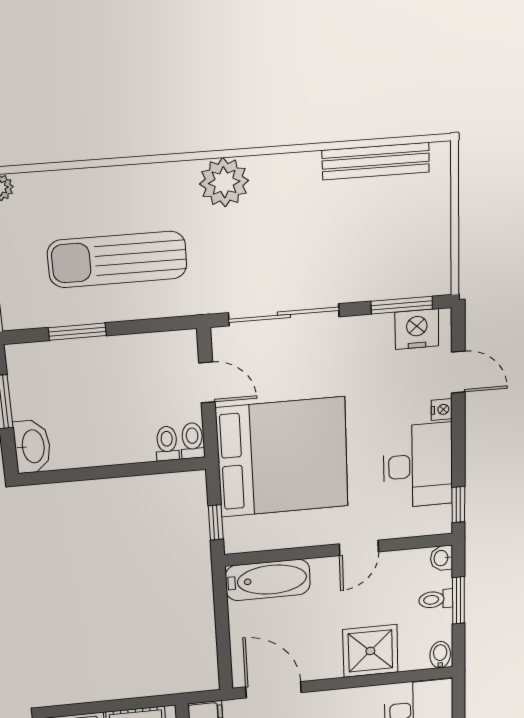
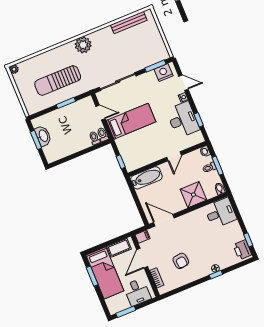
window: (77, 332) -> (66, 103), moved
washbasin: (32, 446) -> (43, 136), moved
bed: (282, 457) -> (131, 121), width x0.49
window: (458, 505) -> (199, 120), moved

